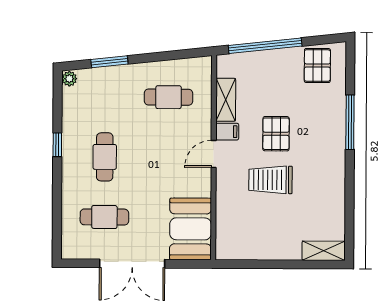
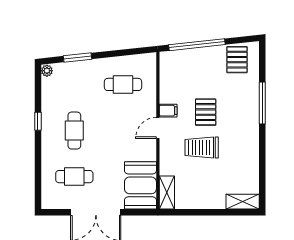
shelving: (226, 100) -> (167, 192), moved

